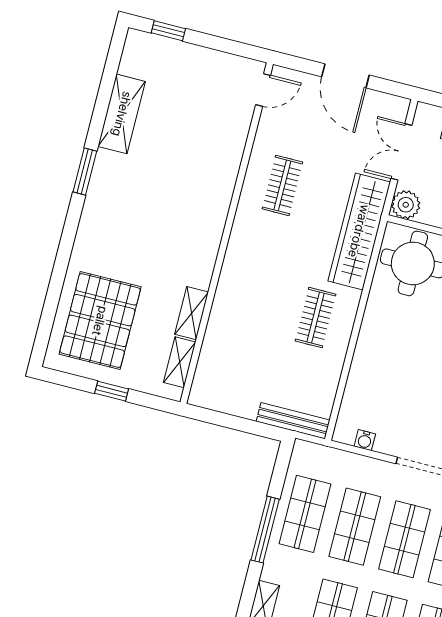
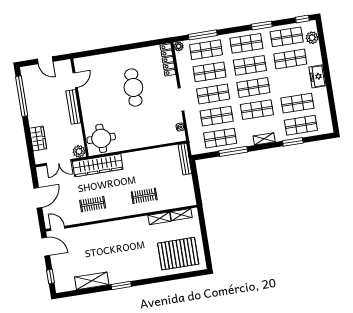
door: (236, 48) -> (46, 247), added
clothes rail: (315, 318) -> (144, 196), moved
window: (112, 391) -> (205, 237), removed

